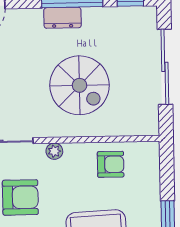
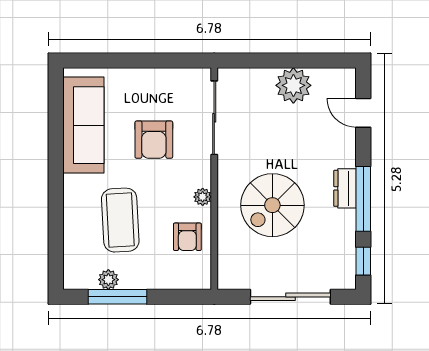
plant: (54, 151) -> (203, 197), moved

